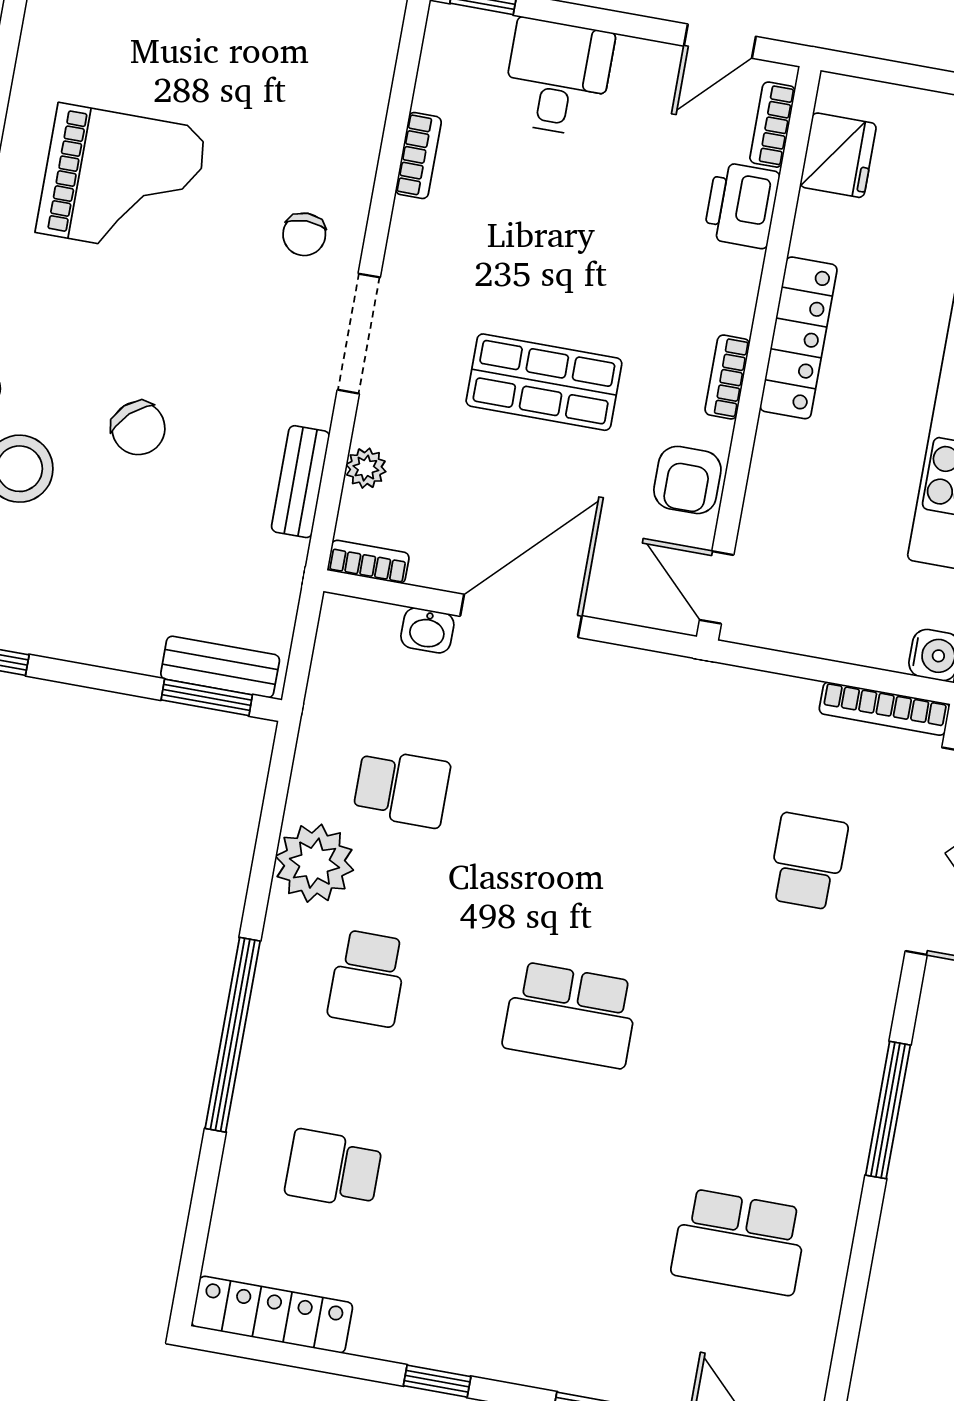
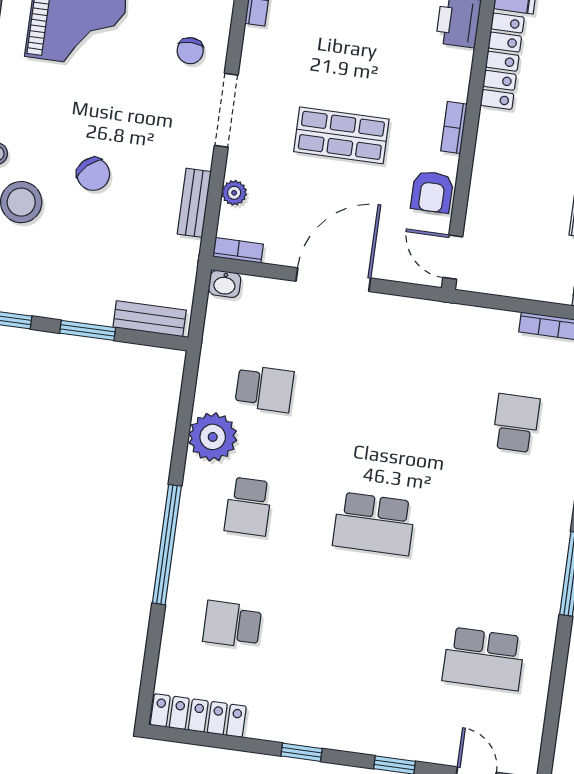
locker: (798, 338) -> (502, 61), moved
washbasin: (427, 630) -> (225, 284), moved
window: (207, 697) -> (88, 330), moved

